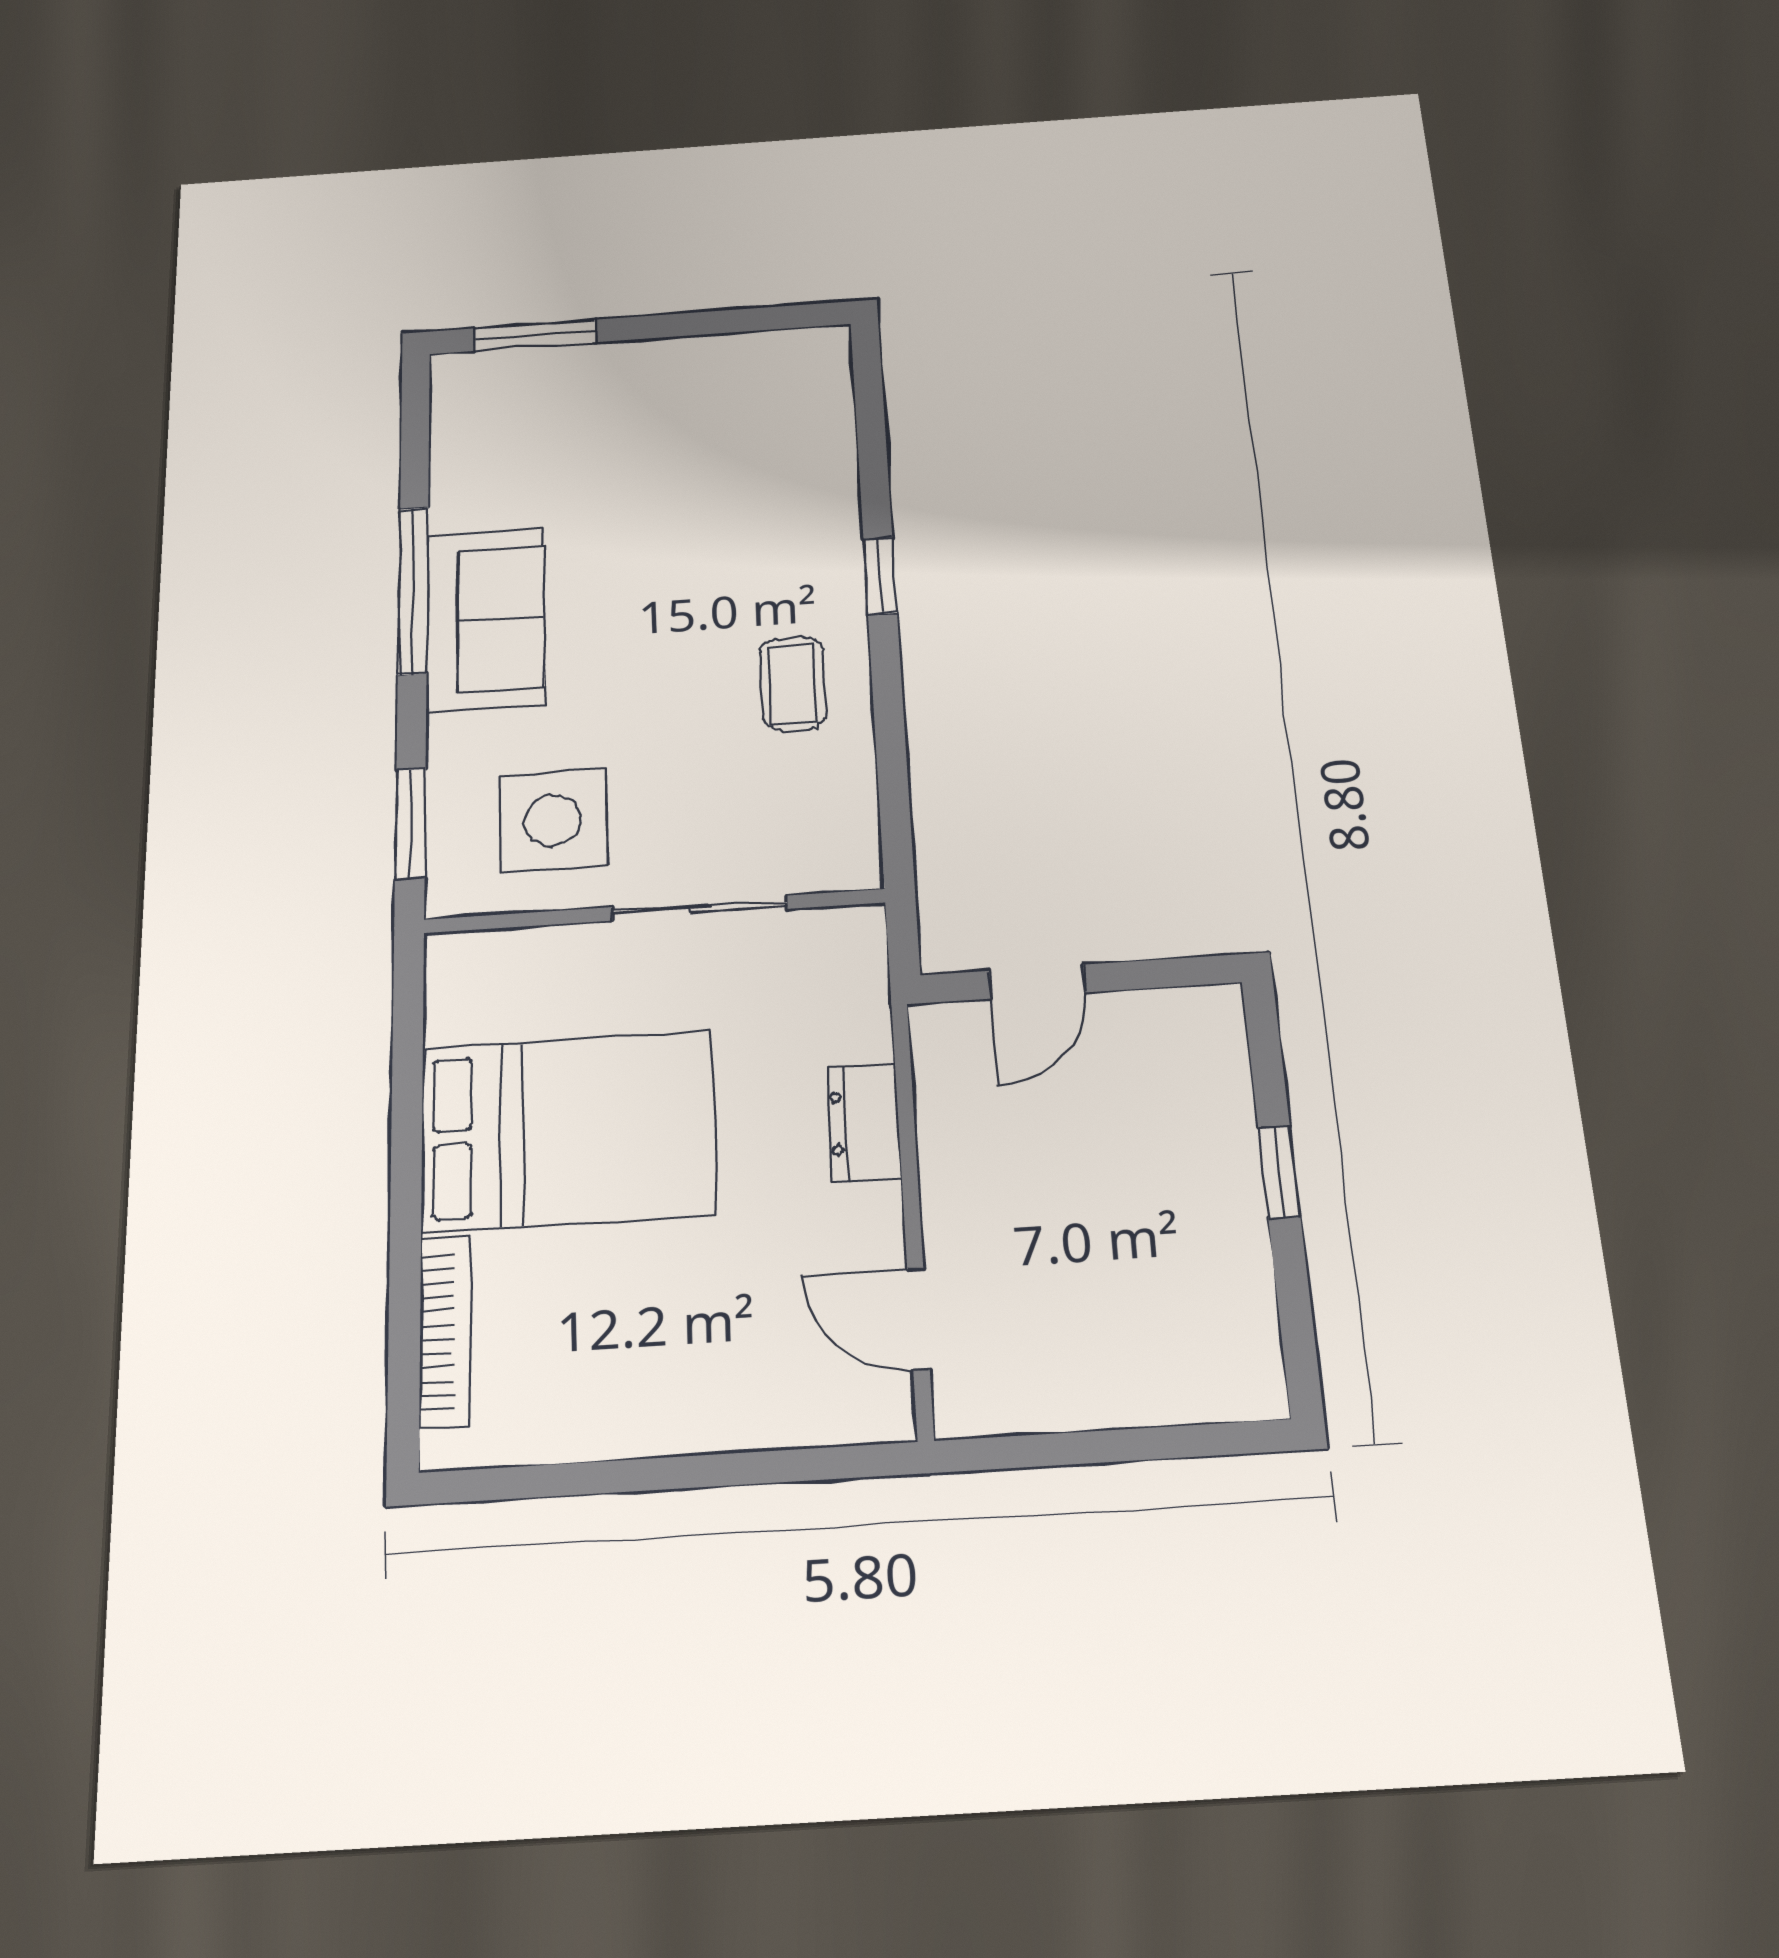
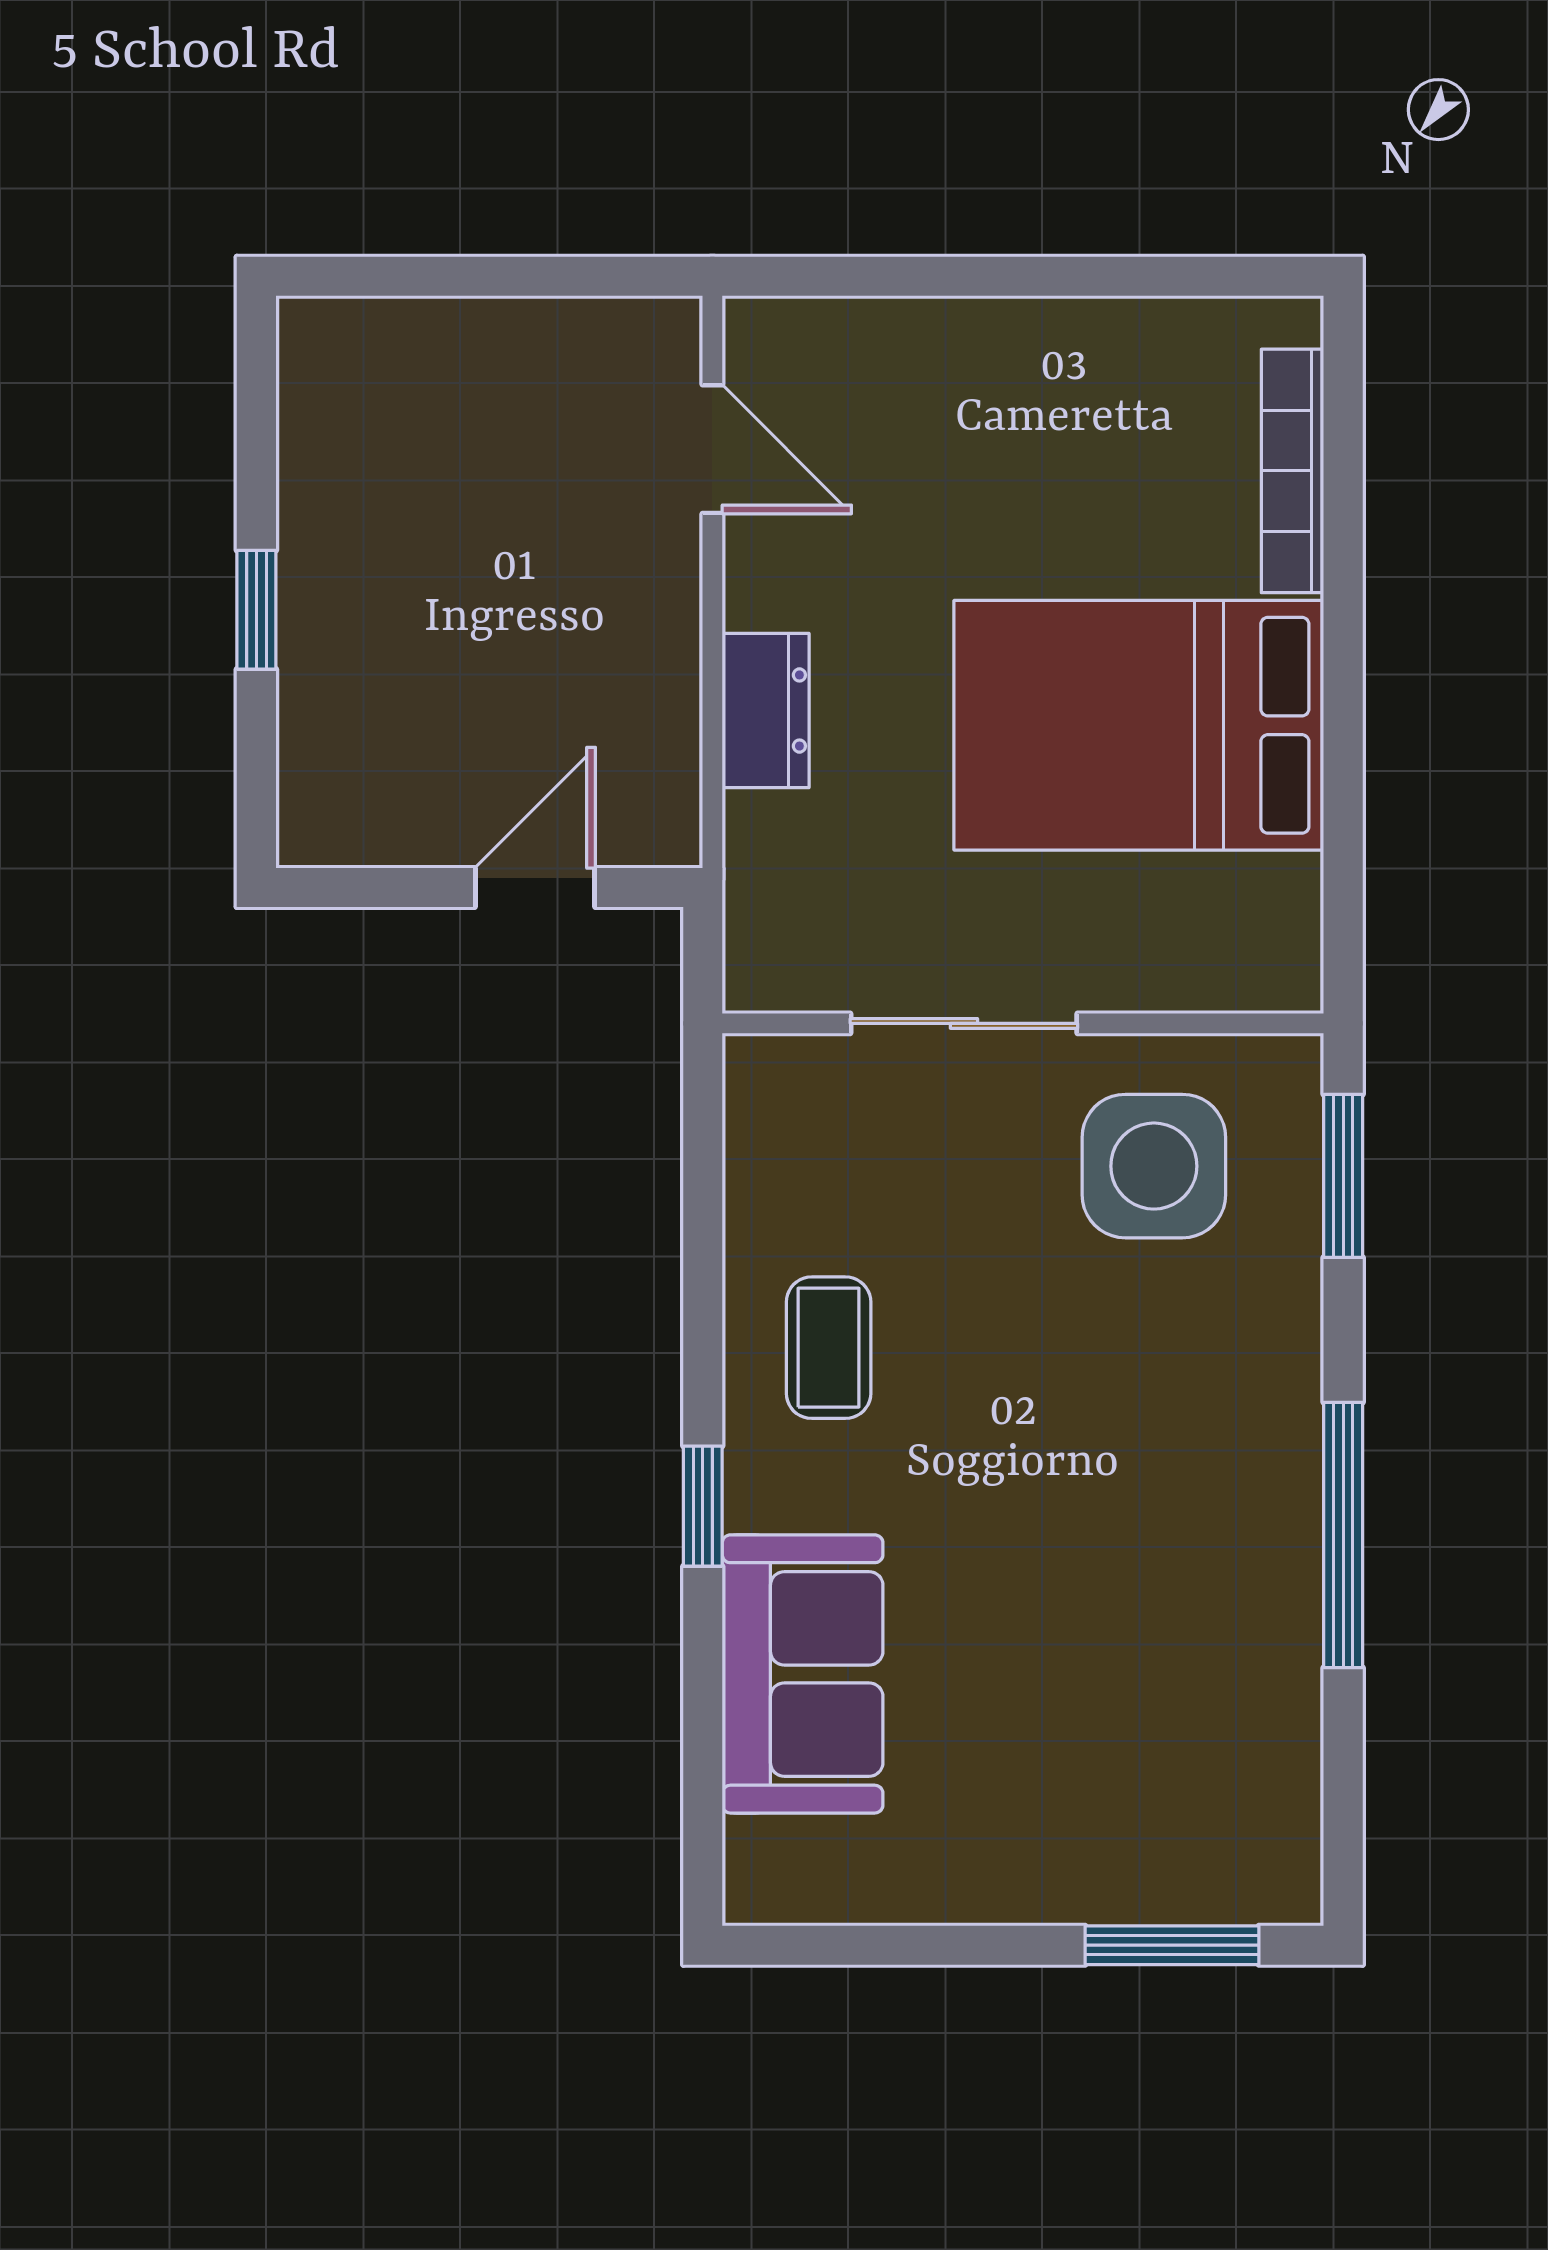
sofa: (485, 619) -> (803, 1674), moved, turned 180

